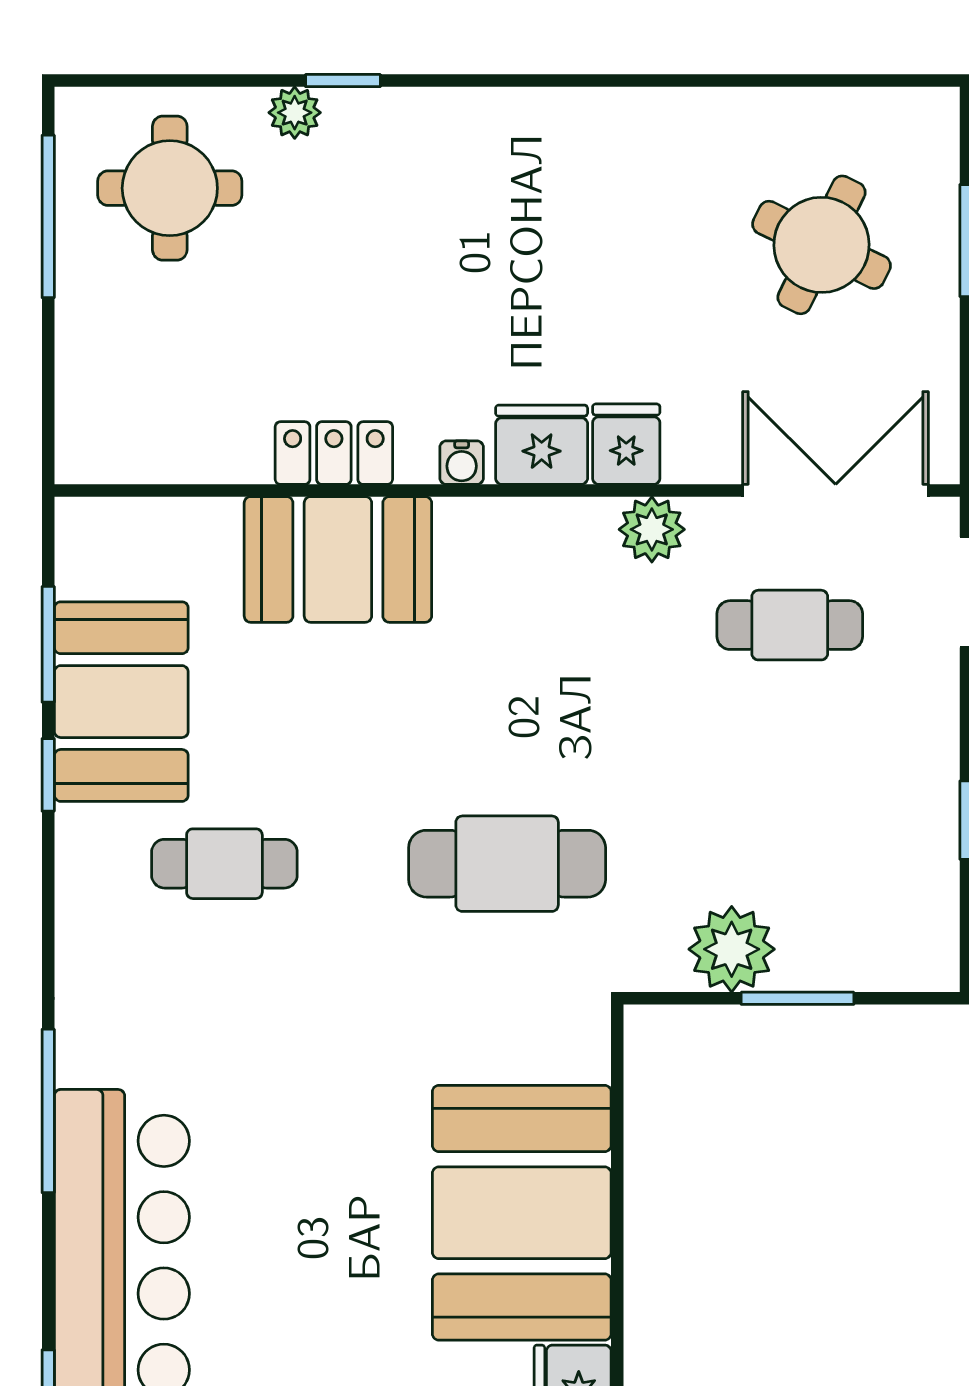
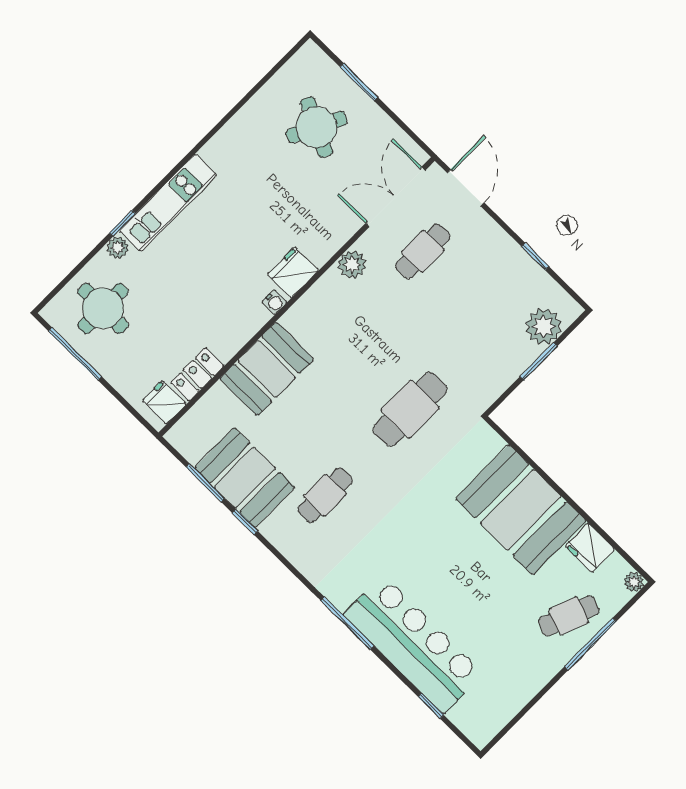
kitchen unit: (452, 122) -> (168, 203), added
fridge: (626, 444) -> (164, 402), moved
locker: (334, 453) -> (197, 374), moved
plant: (732, 949) -> (544, 326), moved

